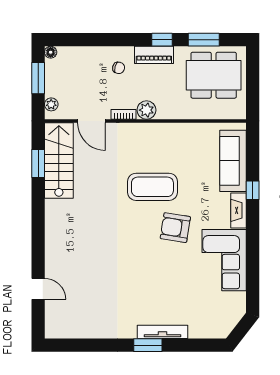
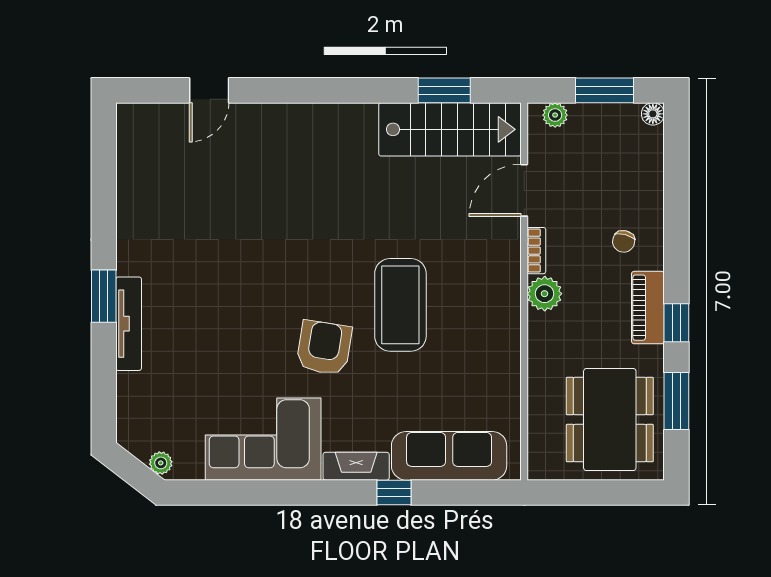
plant: (237, 315) -> (161, 463), added

